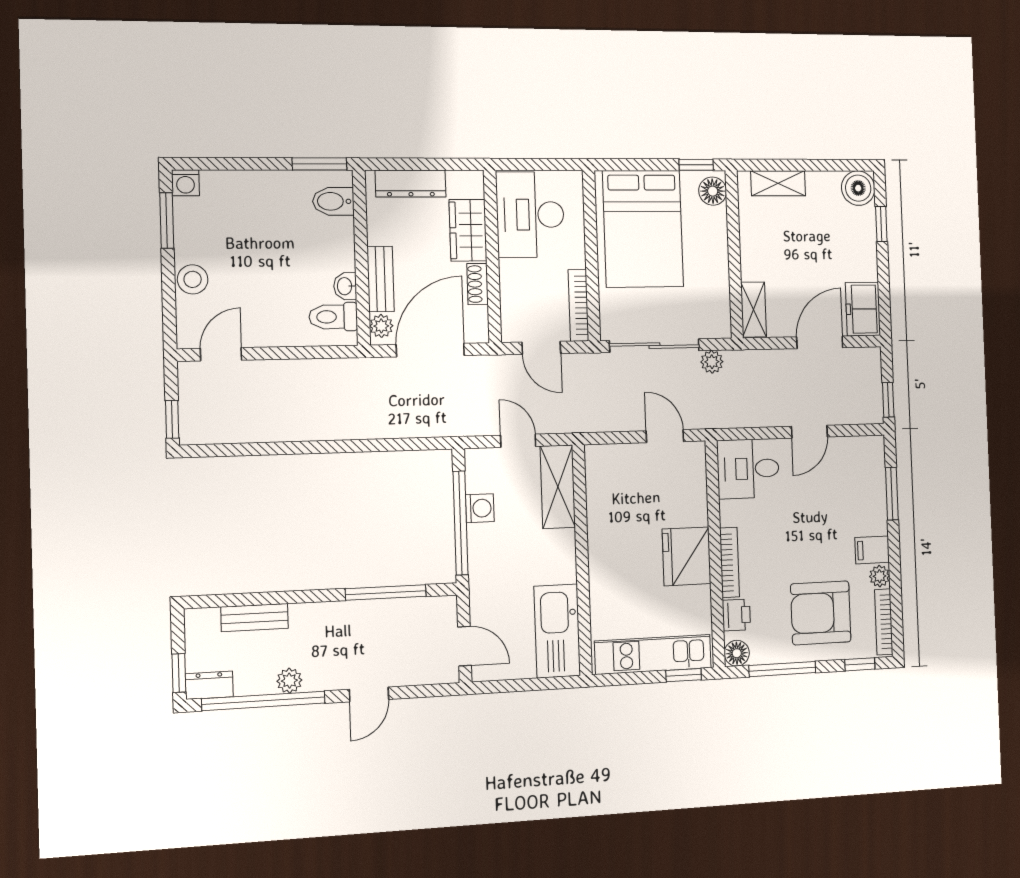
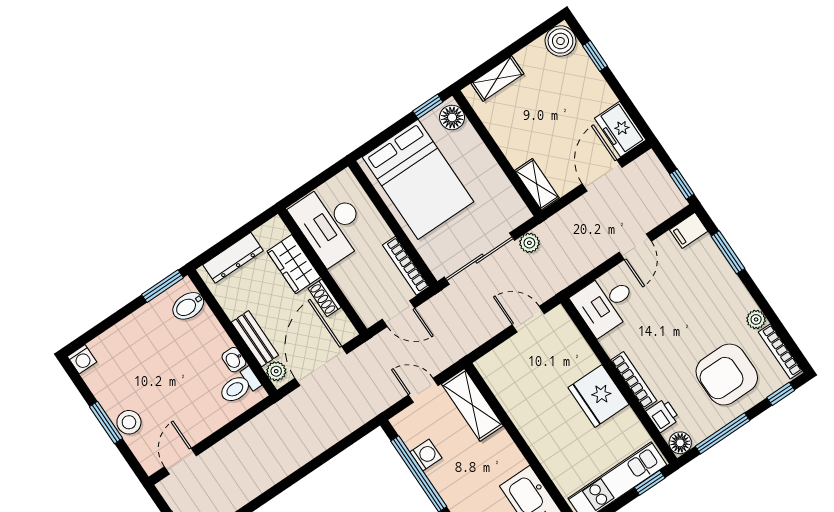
window: (167, 220) -> (106, 422), moved
filing cabinet: (872, 550) -> (689, 230), moved

